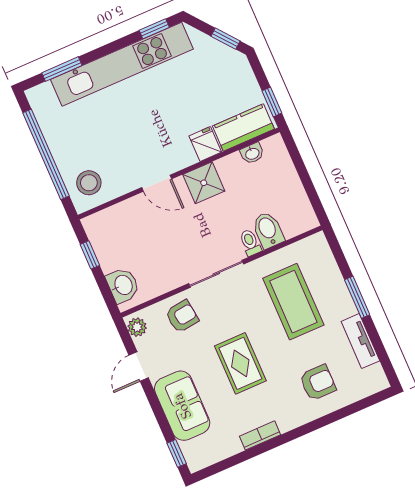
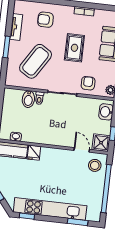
door: (157, 183) -> (82, 150), moved
shower: (204, 183) -> (101, 143), moved
coffee table: (293, 302) -> (36, 61), turned 32
armchair: (182, 316) -> (88, 83), turned 97

